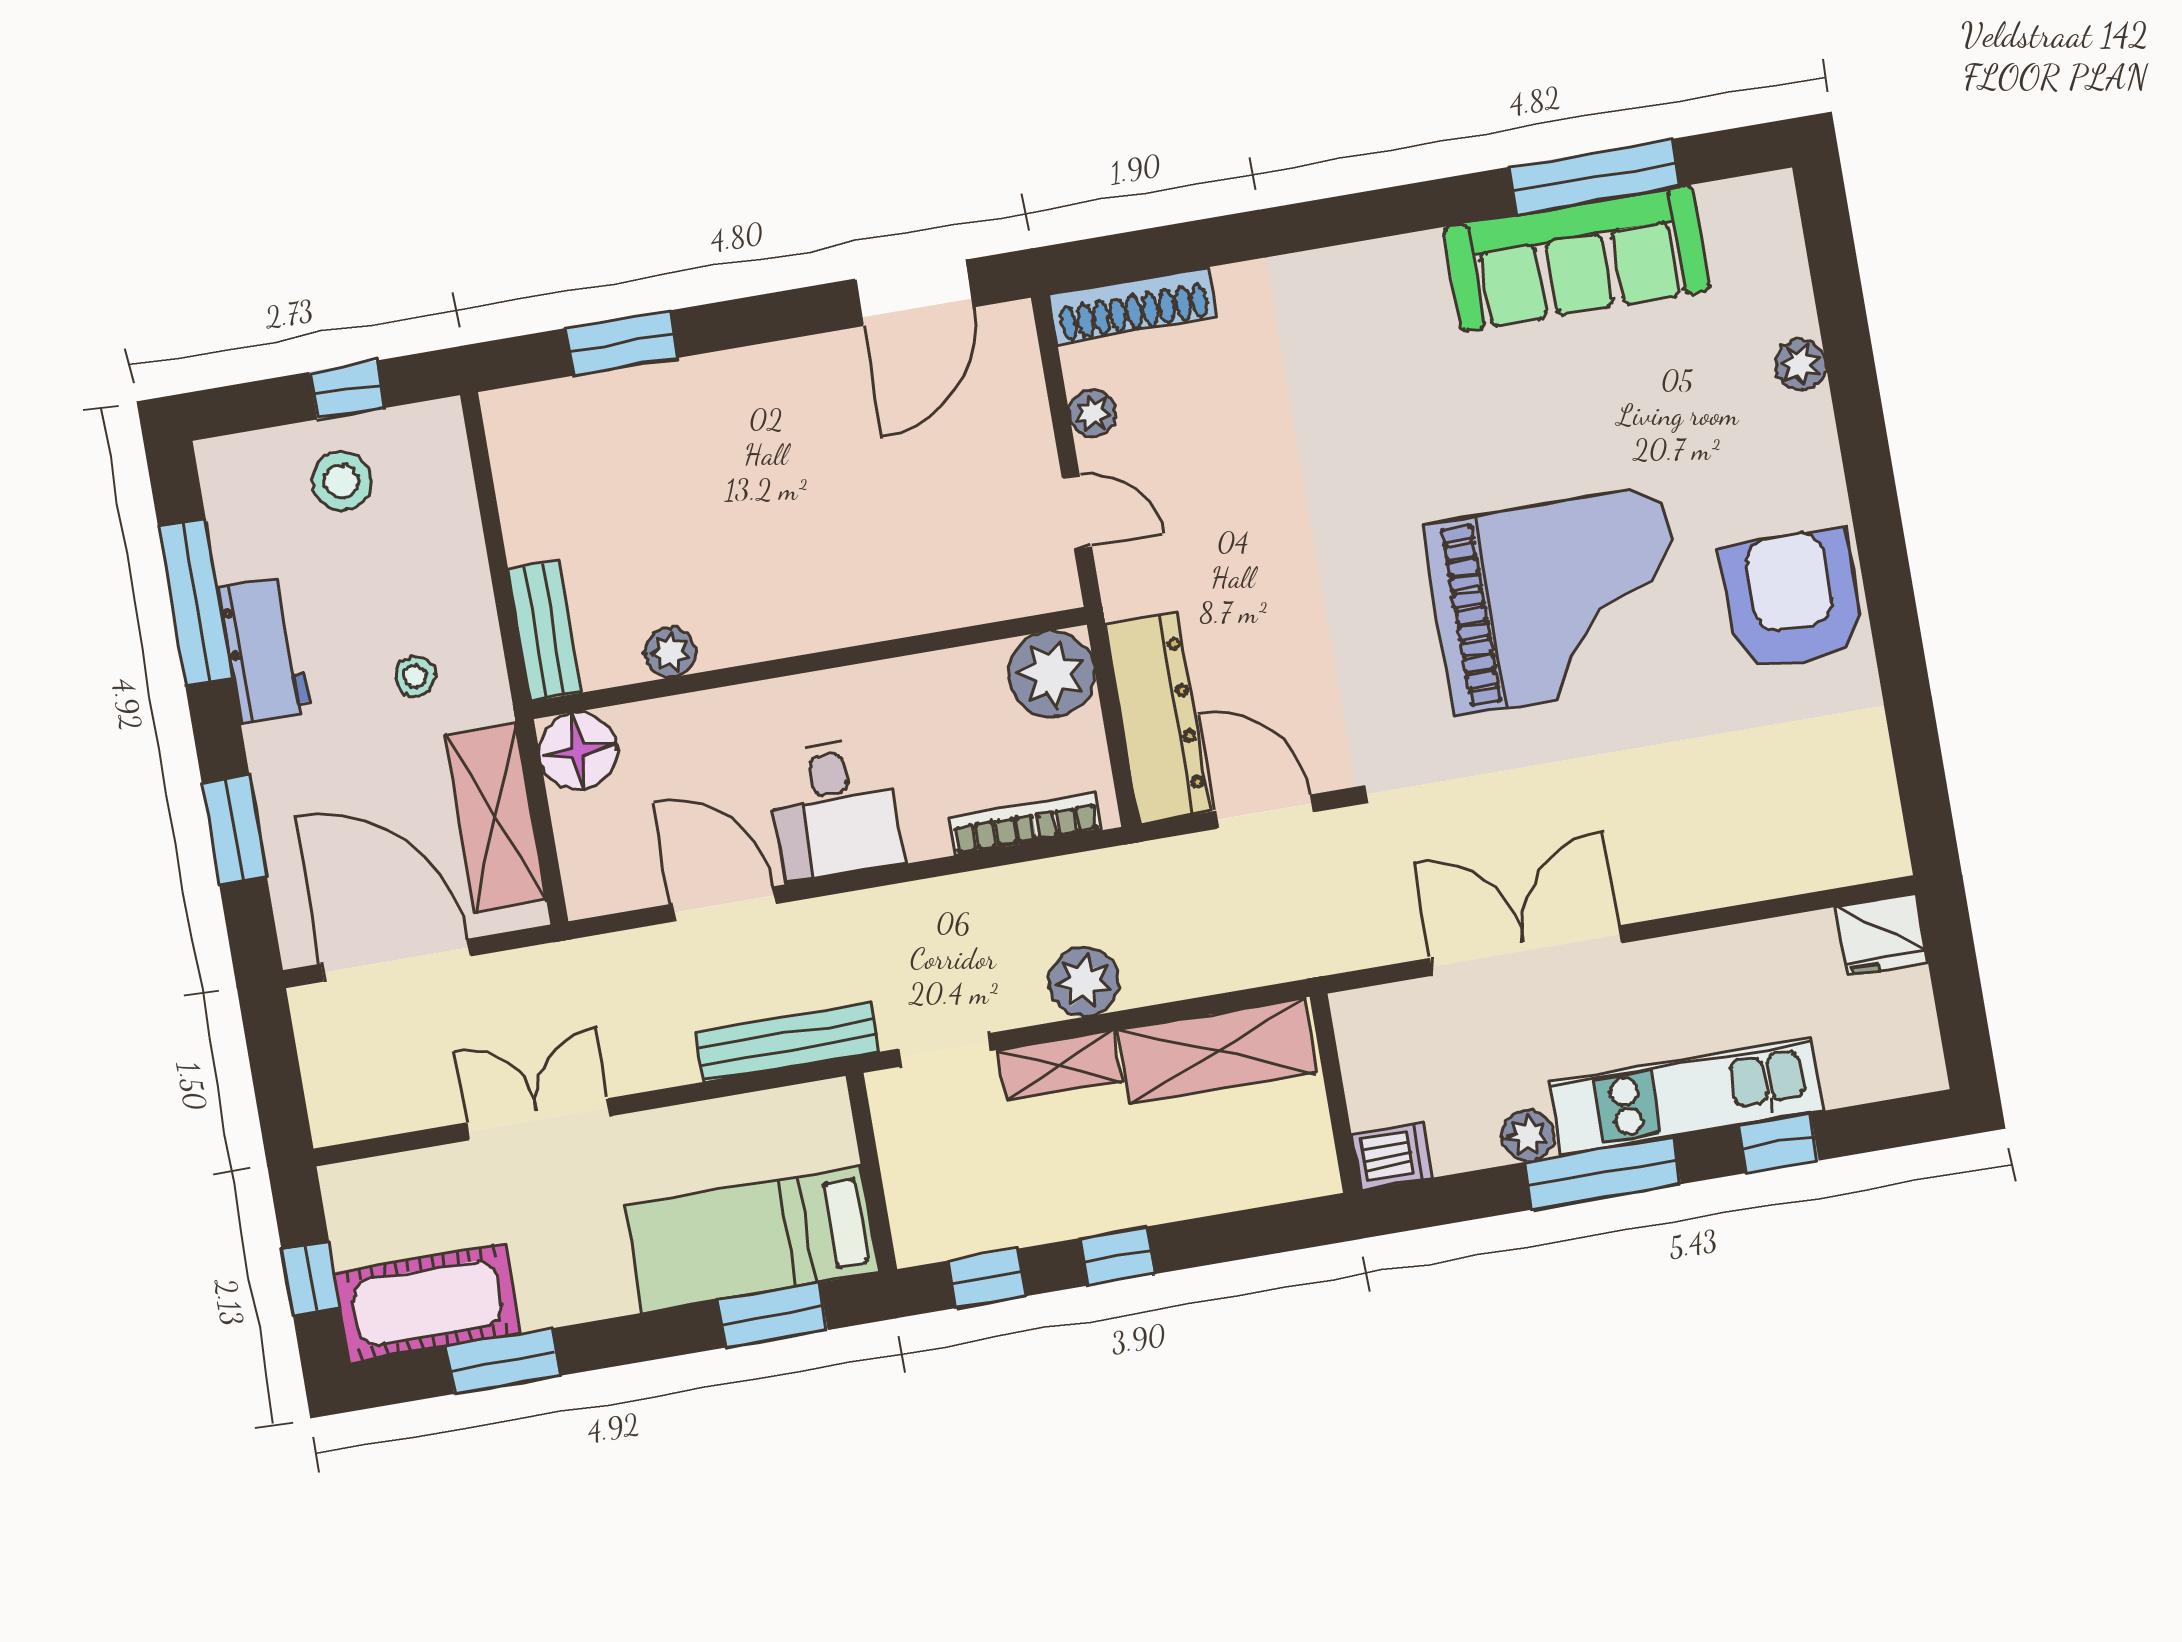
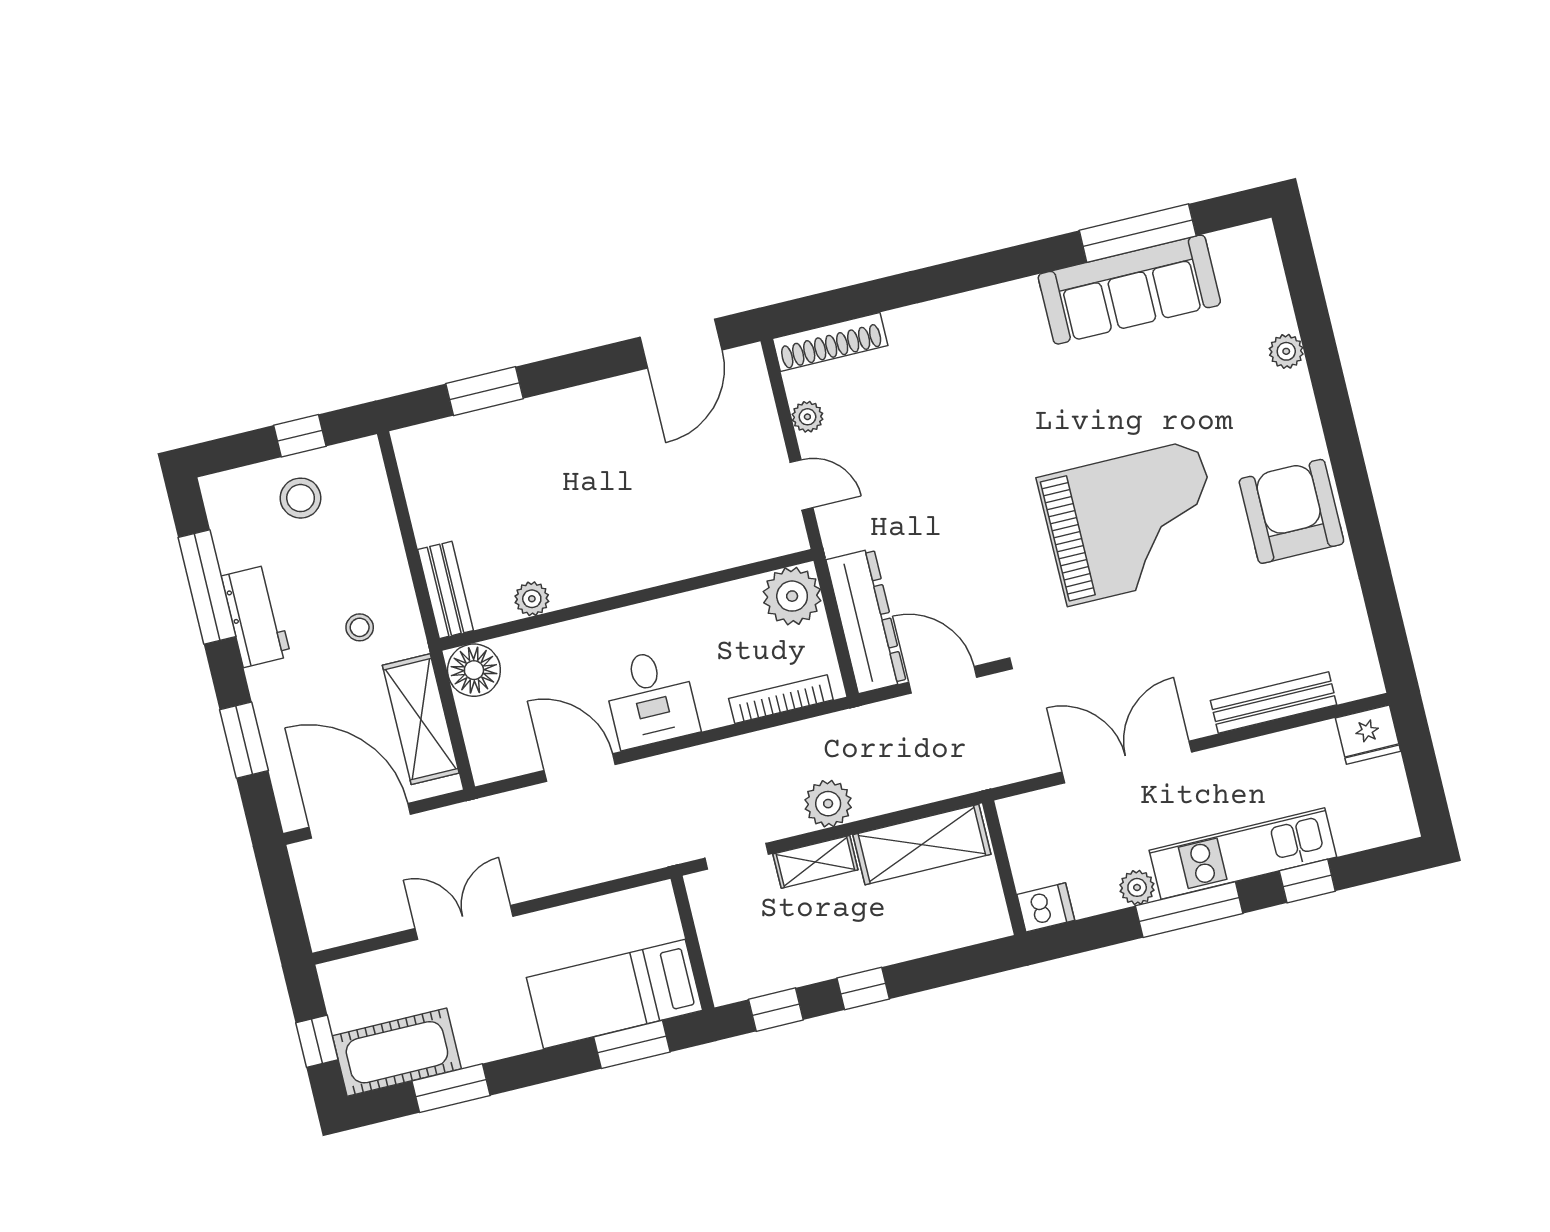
bench: (787, 1042) -> (1274, 703), moved

